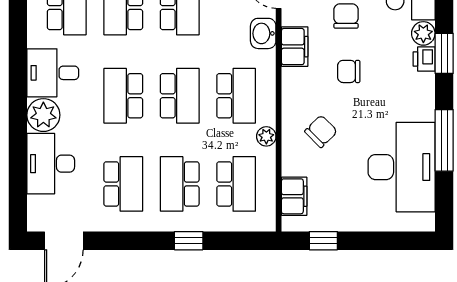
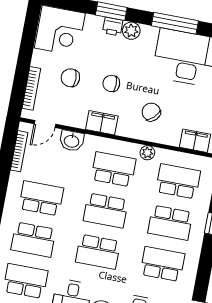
plant: (423, 33) -> (131, 31), moved
filing cabinet: (295, 47) -> (102, 123), moved
chair: (349, 71) -> (111, 83), turned 90
school desk: (180, 96) -> (106, 210), turned 180

